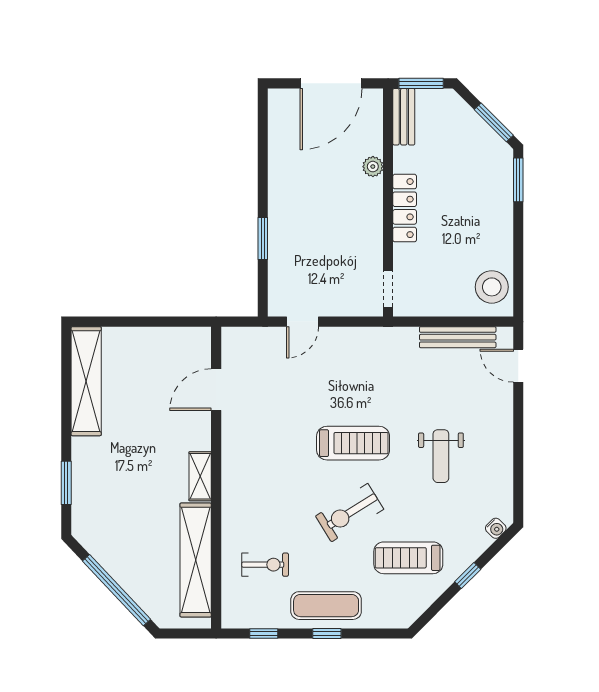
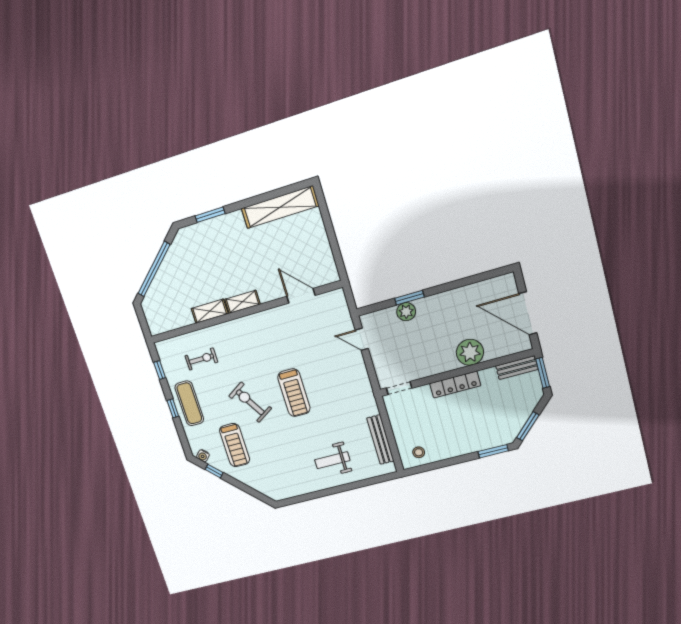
plant: (373, 167) -> (470, 352), width x1.88, depth x1.88
plant: (281, 248) -> (406, 312), added
stool: (492, 287) -> (419, 452), width x0.53, depth x0.53
door: (518, 366) -> (373, 481), removed
weight bench: (441, 456) -> (332, 460), moved
water cooler: (496, 528) -> (203, 456), moved
treadmill: (408, 558) -> (235, 445), turned 180
shelving: (196, 560) -> (210, 311), width x0.45, depth x0.75
exercise bike: (265, 565) -> (201, 359), turned -90
window: (468, 576) -> (214, 471), moved

